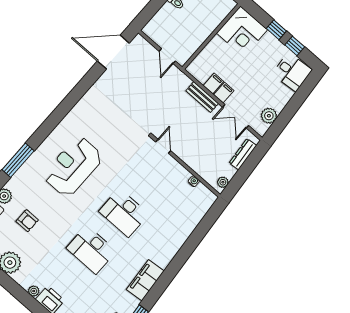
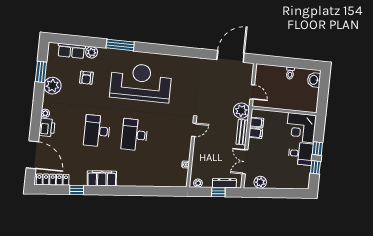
door: (113, 52) -> (231, 56), hinge flipped
door: (167, 56) -> (252, 92), swing flipped
desk: (292, 72) -> (301, 154), moved, turned -85
plant: (179, 82) -> (241, 111), added
filing cabinet: (224, 93) -> (257, 122), moved
reception desk: (73, 167) -> (141, 82), width x1.36, depth x1.30
window: (248, 168) -> (218, 192), added

